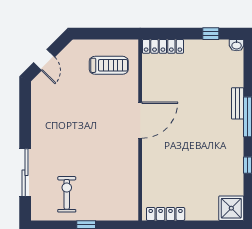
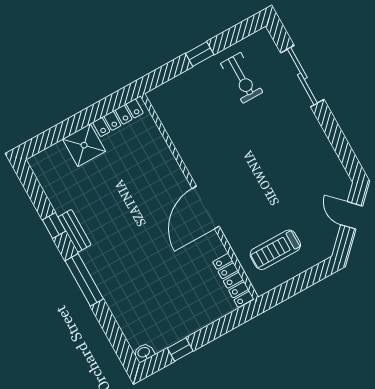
locker: (163, 46) -> (233, 280), moved, turned -90
bench: (238, 103) -> (74, 231), moved
shower: (231, 208) -> (84, 145), moved

